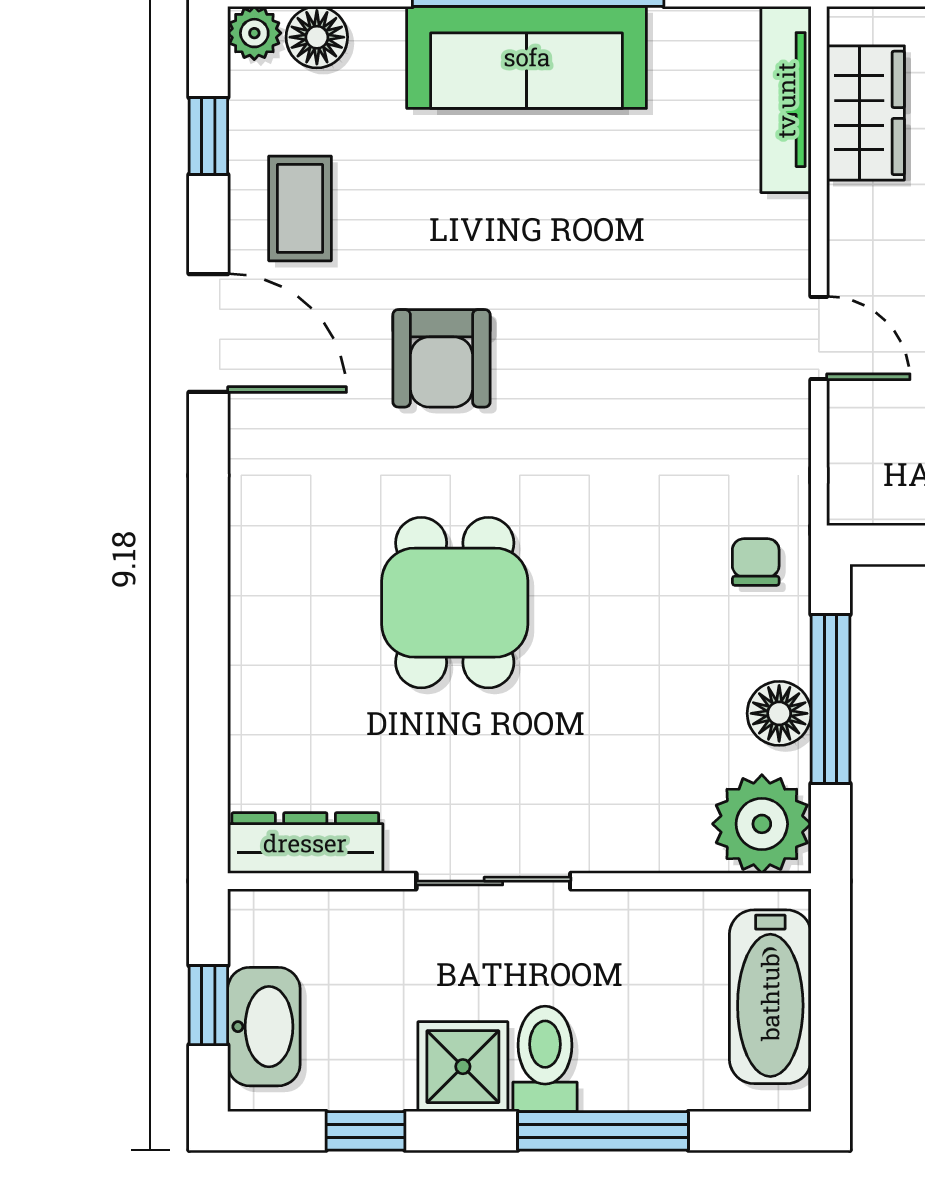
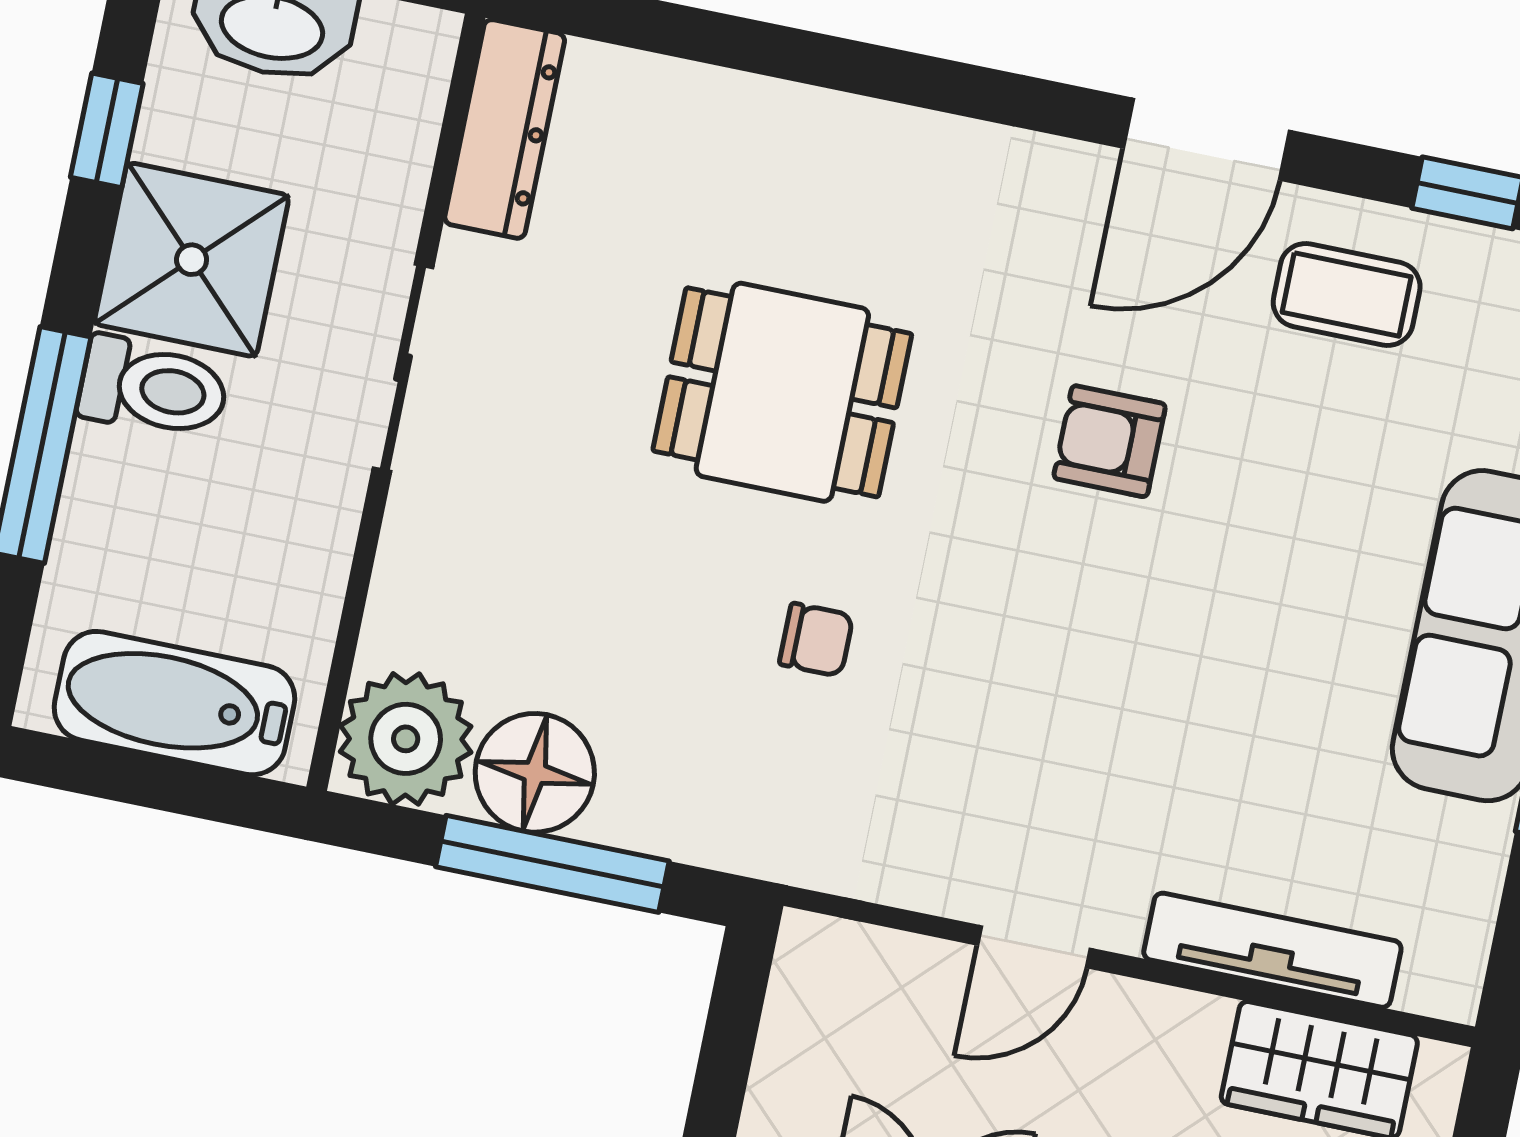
tv unit: (786, 100) -> (1272, 950), moved
armchair: (441, 358) -> (1110, 441), width x0.72, depth x0.72
chair: (756, 562) -> (816, 640), moved
floor lamp: (779, 713) -> (535, 773), width x1.38, depth x1.38
shower: (463, 1067) -> (192, 260), width x1.36, depth x1.36

